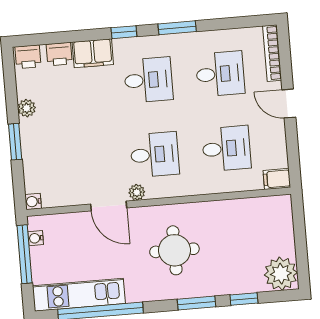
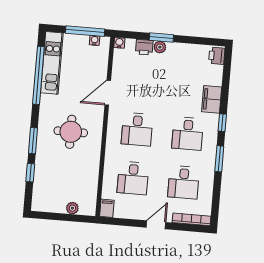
printer: (59, 54) -> (144, 47), moved, turned -90
plant: (27, 108) -> (160, 47), moved
plant: (137, 192) -> (114, 113), removed
plant: (281, 274) -> (72, 208), moved, width x0.53, depth x0.53

